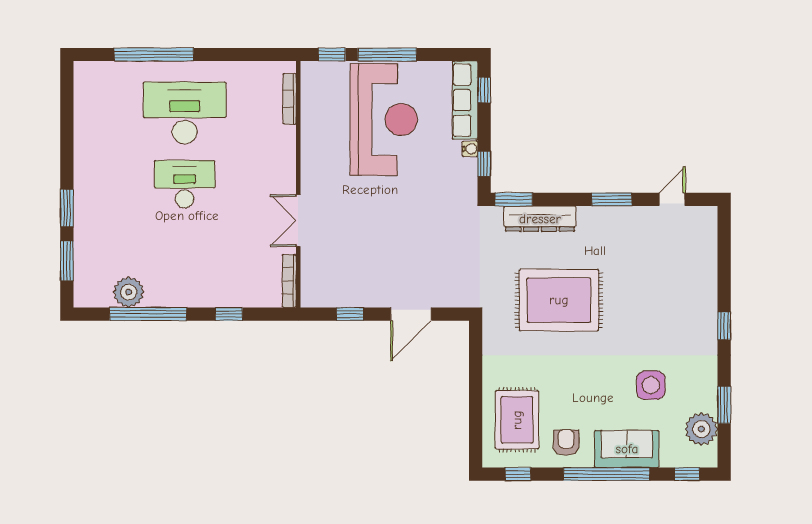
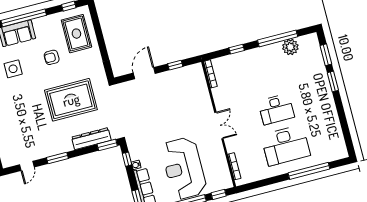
double door: (298, 220) -> (219, 125), moved
armchair: (566, 443) -> (52, 57), moved, turned 90

